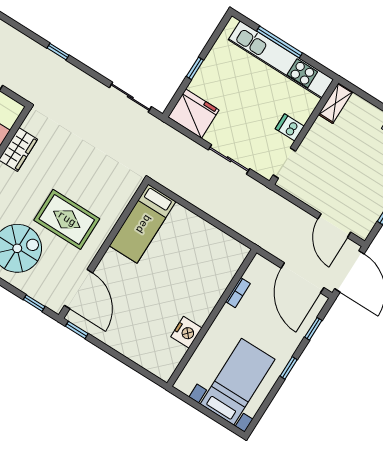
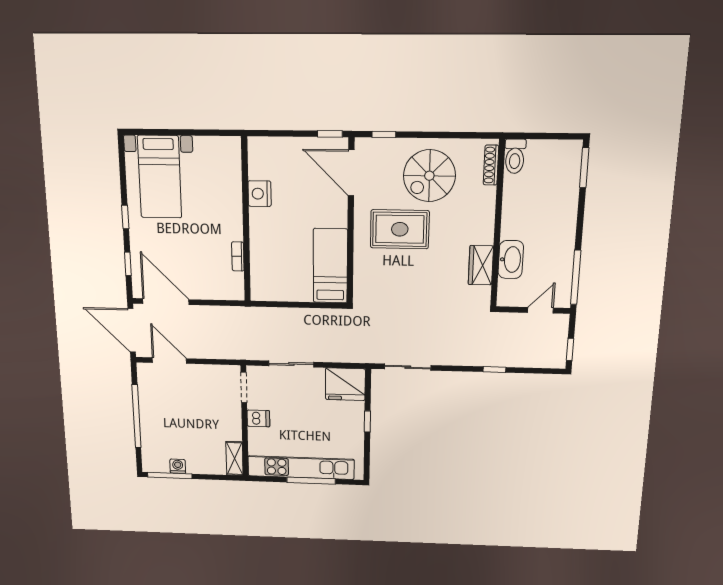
bookcase: (238, 293) -> (238, 256), moved
wall: (212, 318) -> (246, 220), moved
nightstand: (186, 332) -> (260, 194), moved

